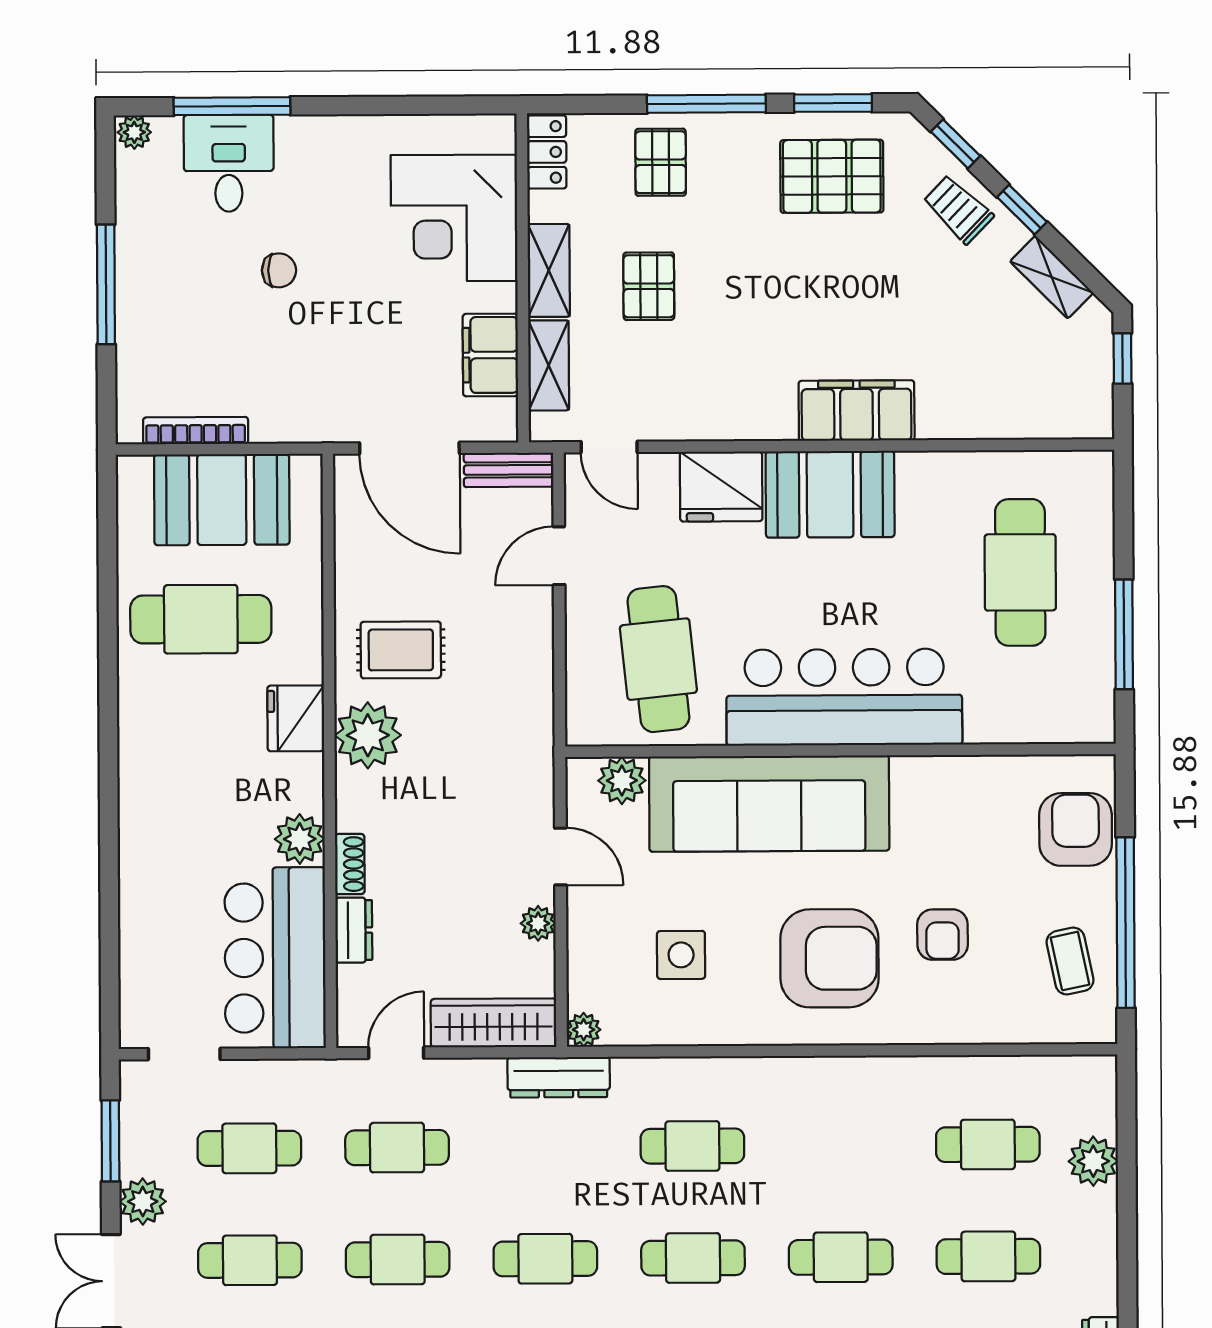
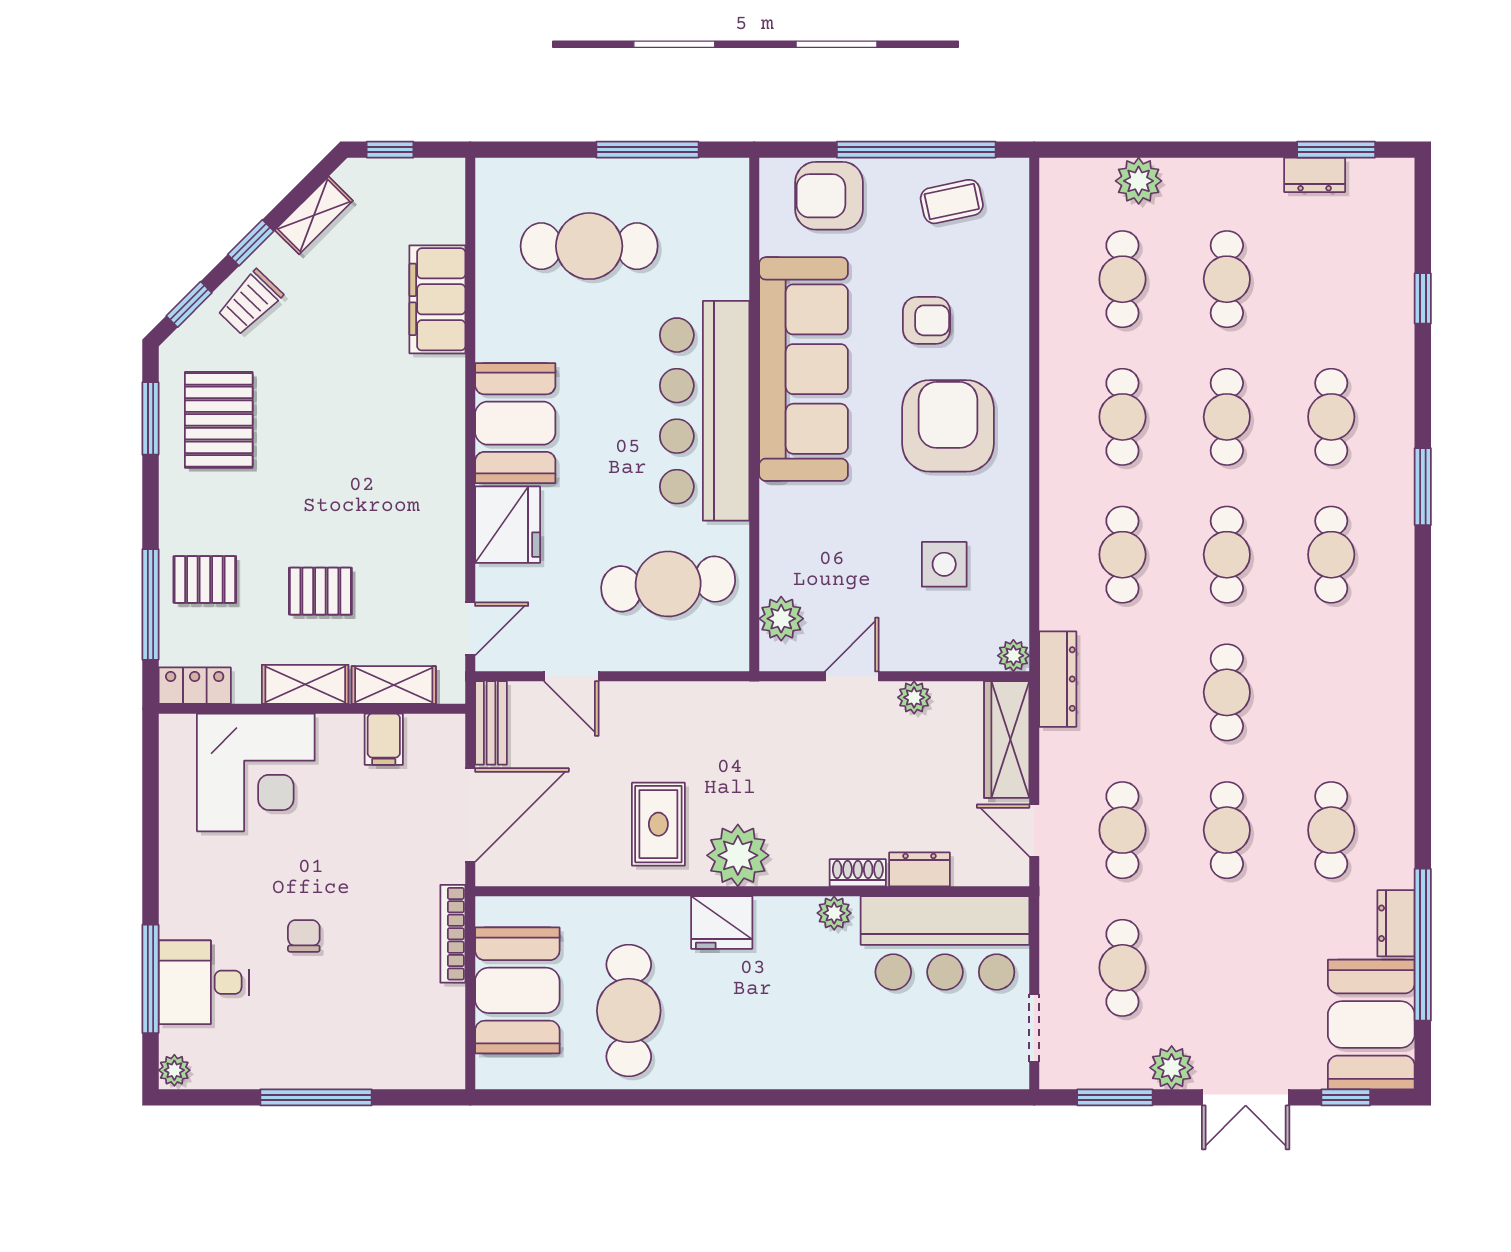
window: (706, 104) -> (150, 604), moved
filing cabinet: (490, 355) -> (384, 739), width x0.50
filing cabinet: (857, 411) -> (437, 299), moved
bookcase: (196, 431) -> (453, 934), moved
sofa: (769, 804) -> (803, 369), moved
plant: (300, 839) -> (834, 913), width x0.73, depth x0.73
cafe table: (250, 1260) -> (1122, 417), moved

